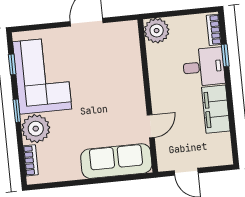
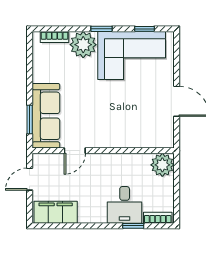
filing cabinet: (216, 109) -> (56, 212), moved
door: (151, 126) -> (75, 151), hinge flipped
window: (122, 178) -> (30, 119), added

